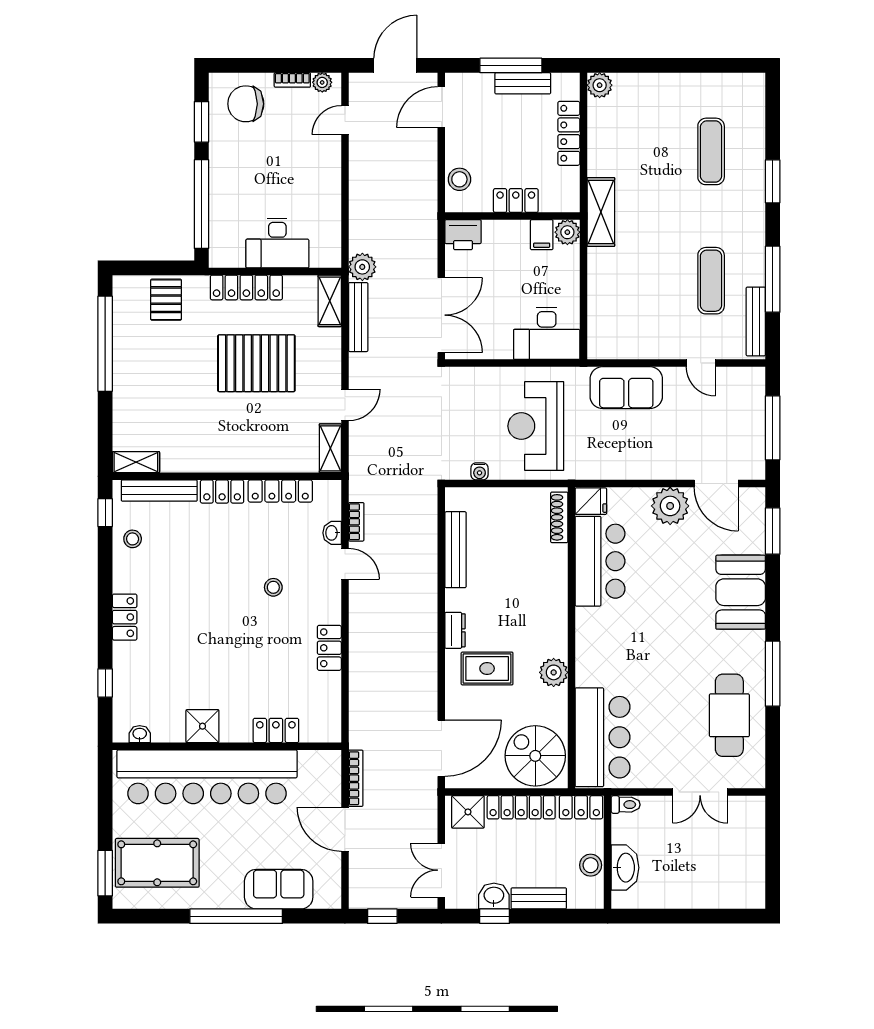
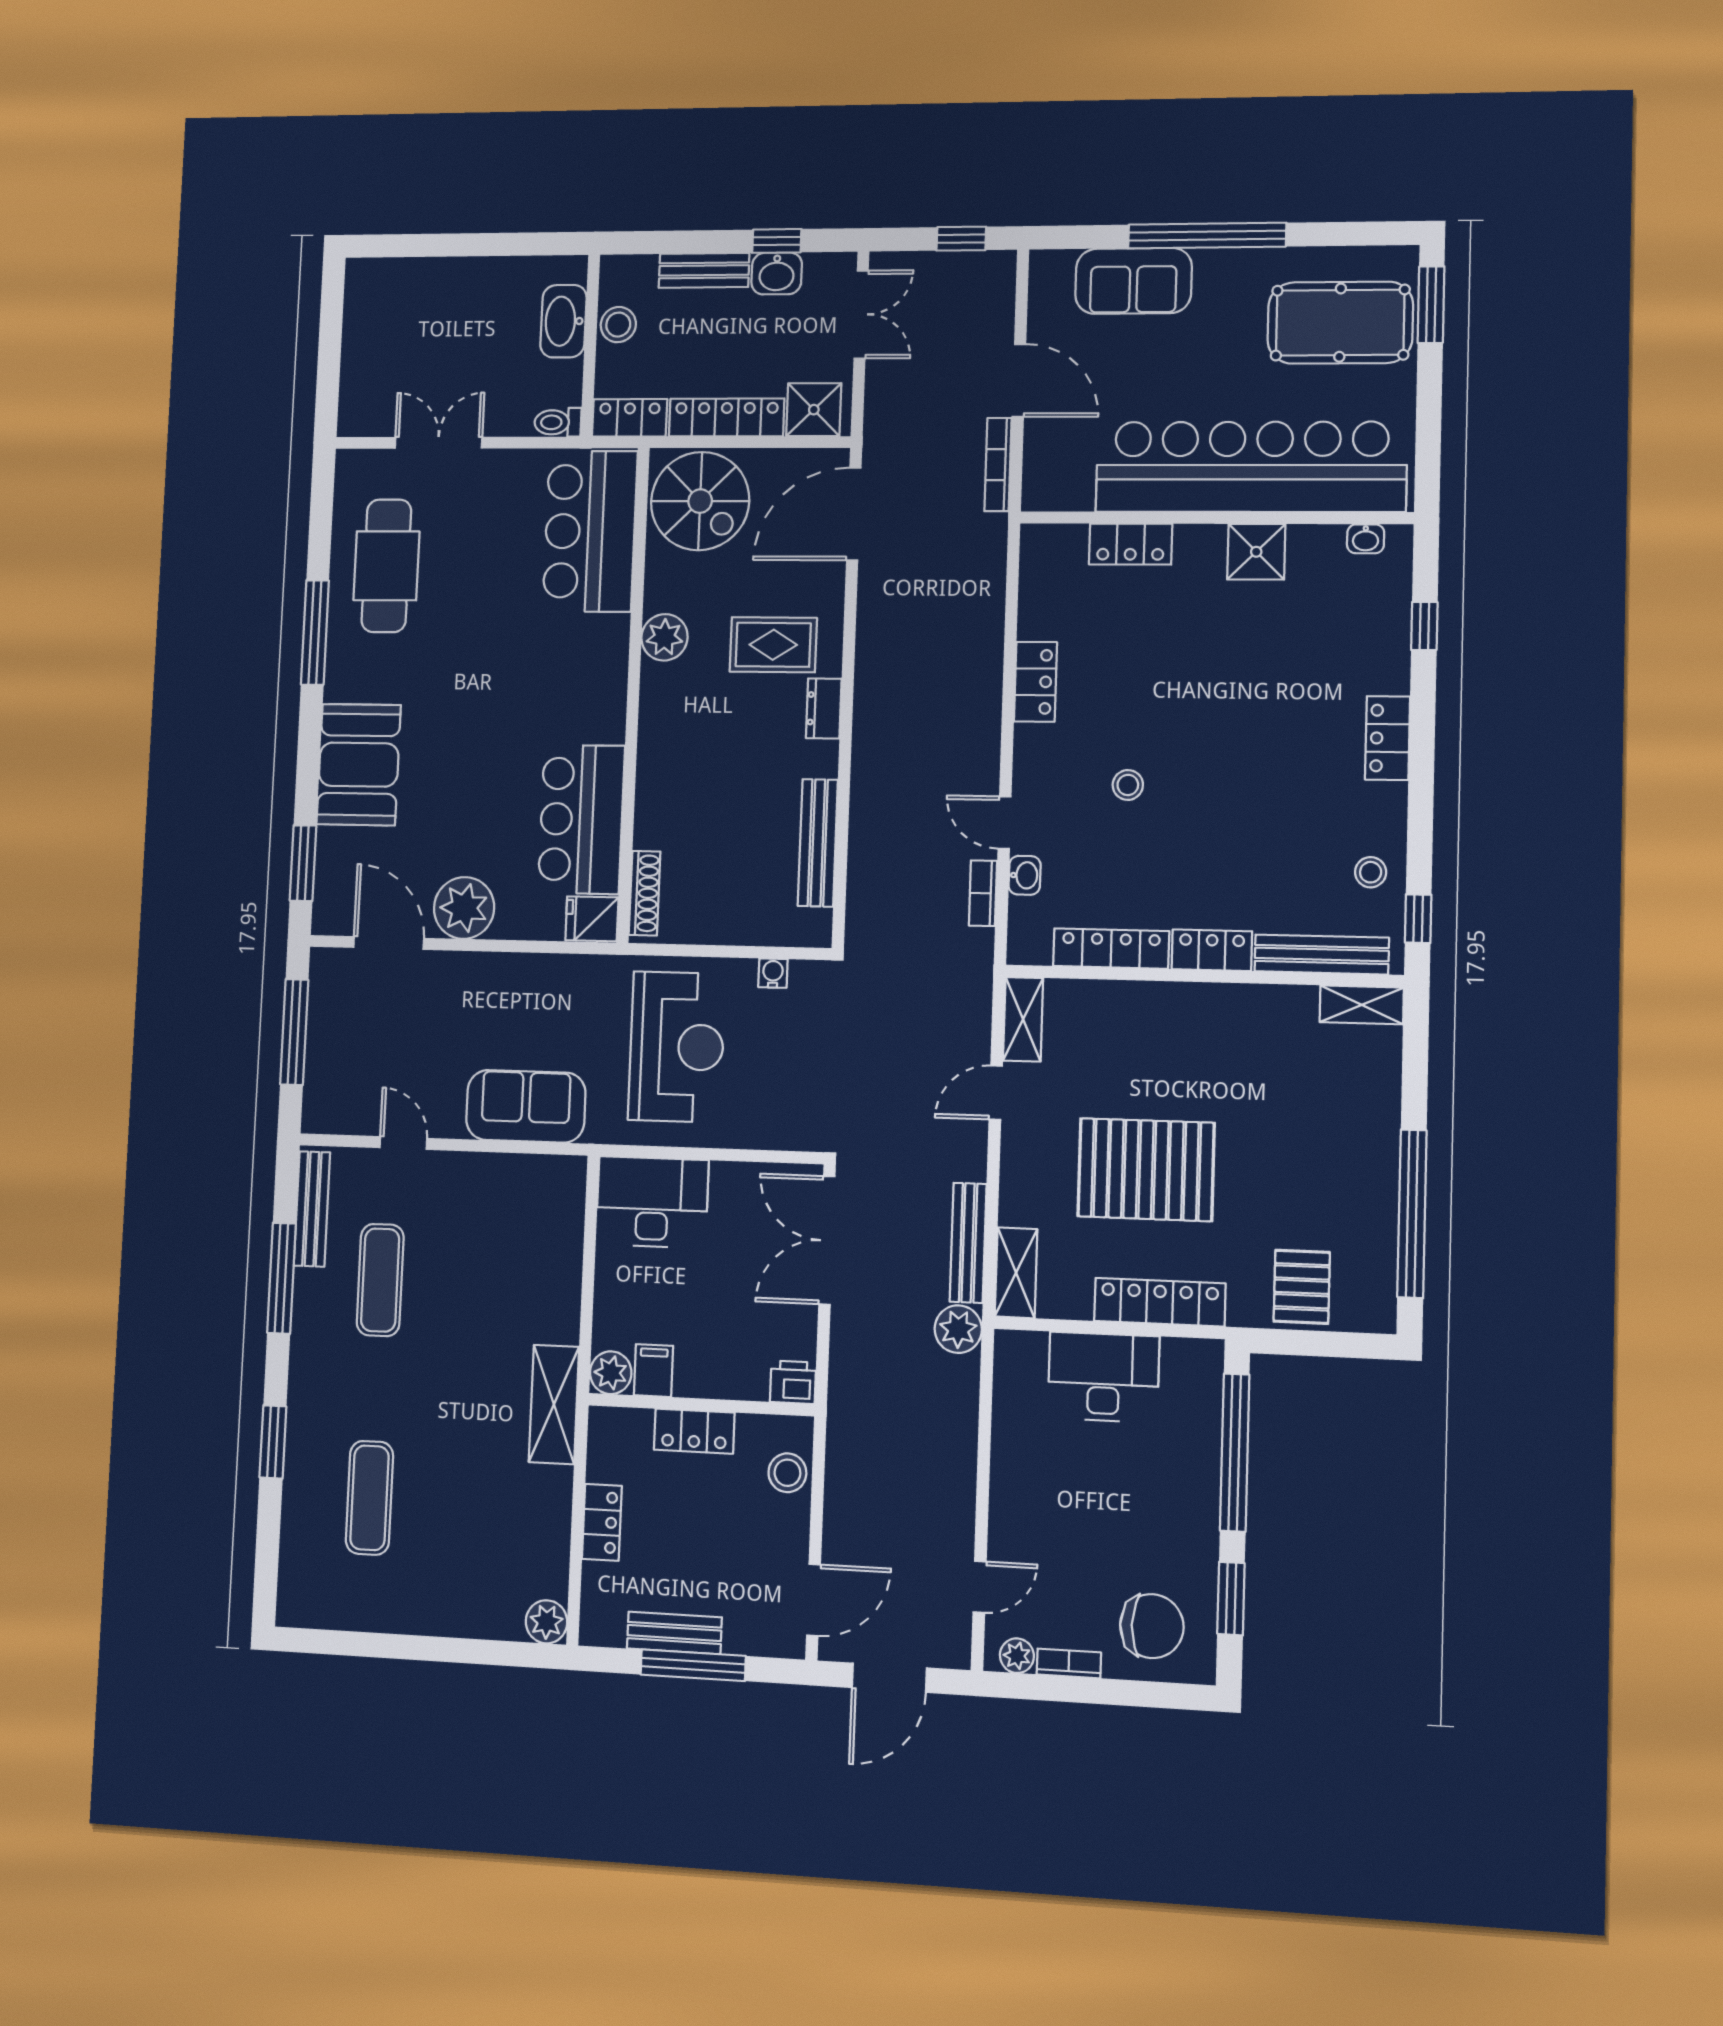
locker: (569, 133) -> (602, 1522), width x0.66
printer: (463, 235) -> (793, 1382), width x0.73, depth x0.81

